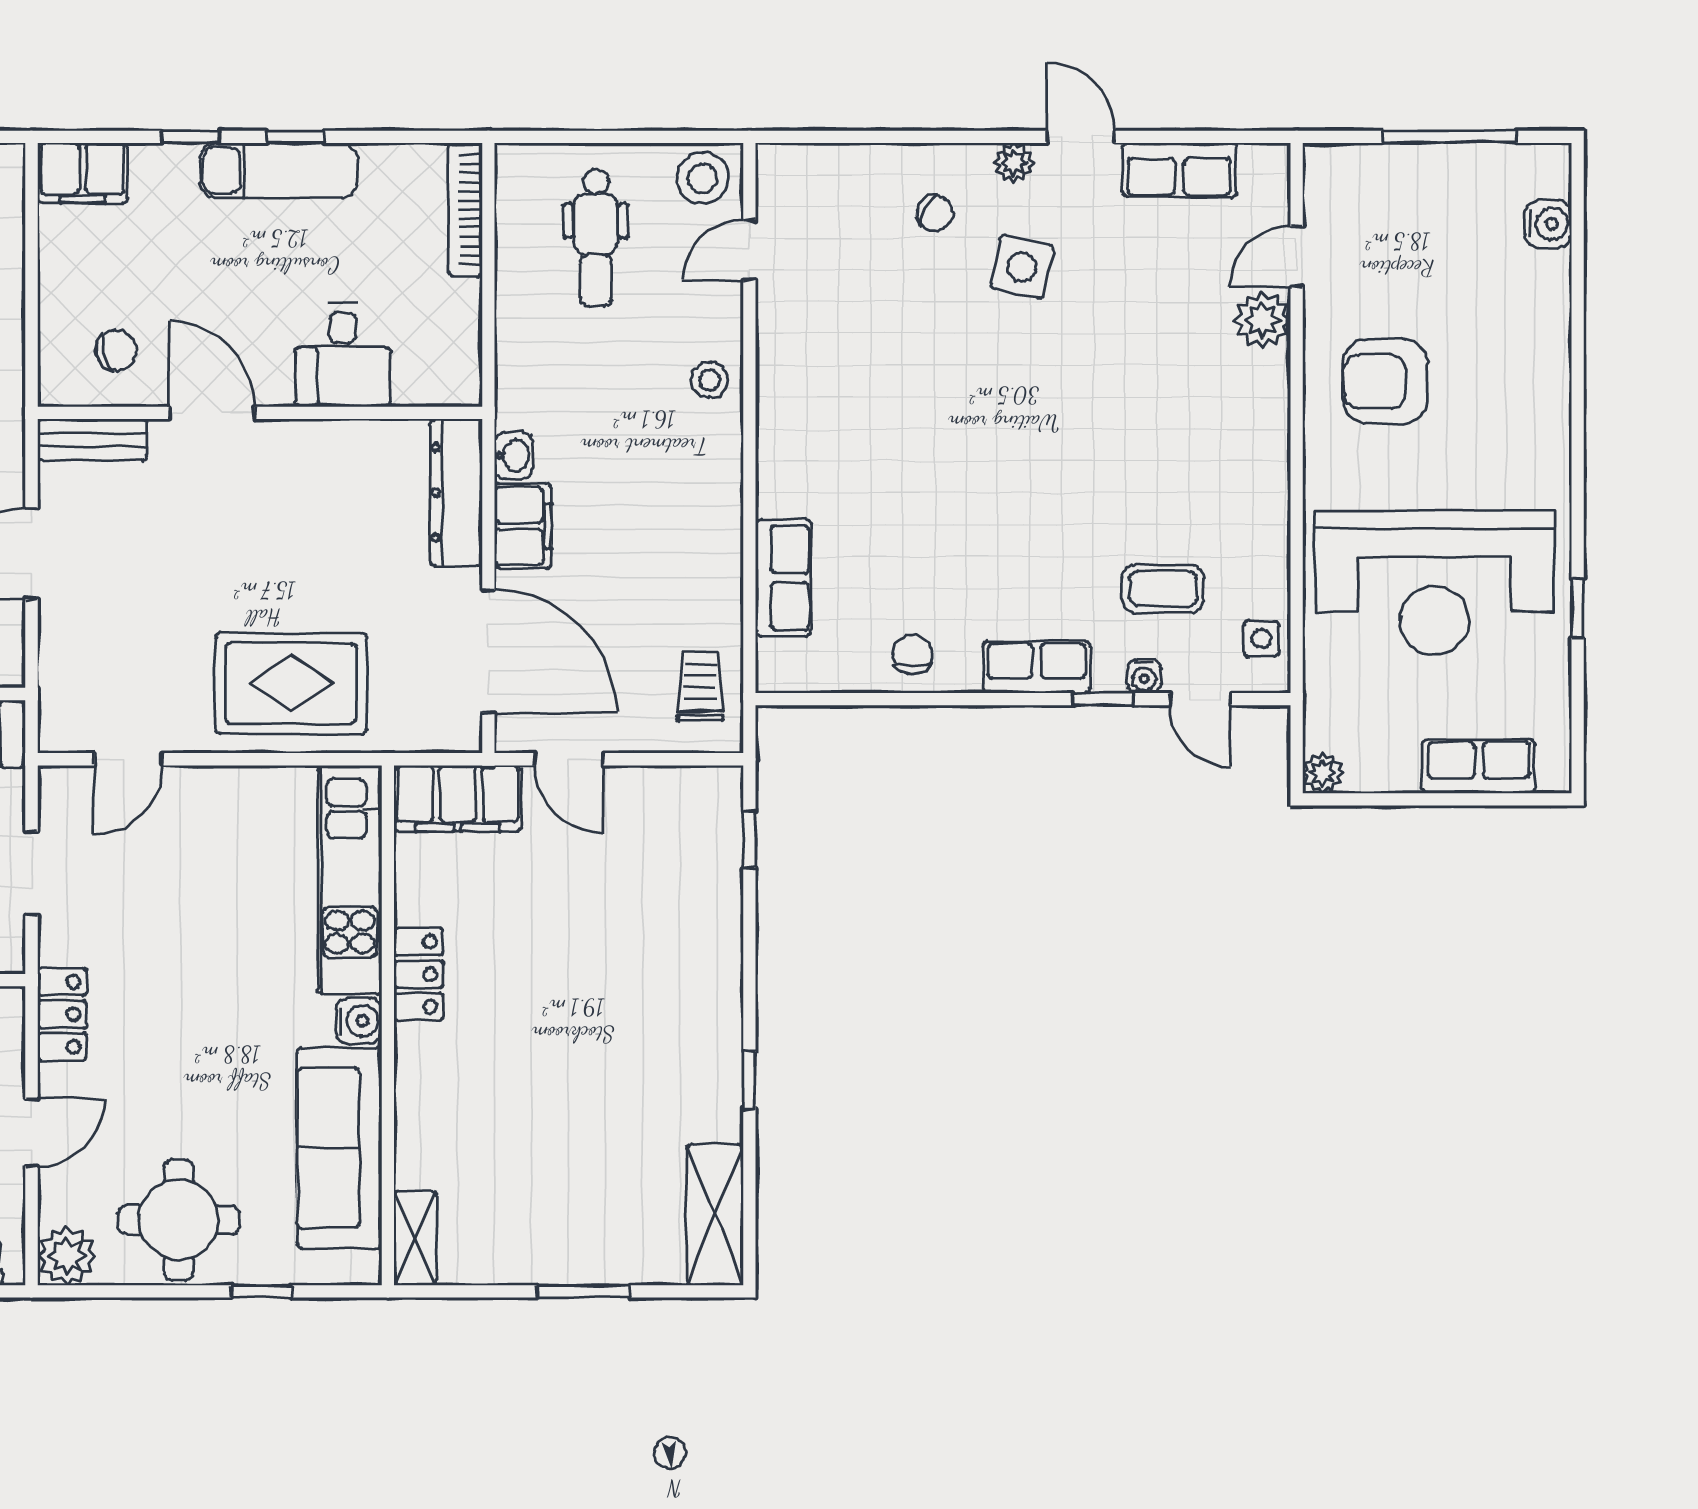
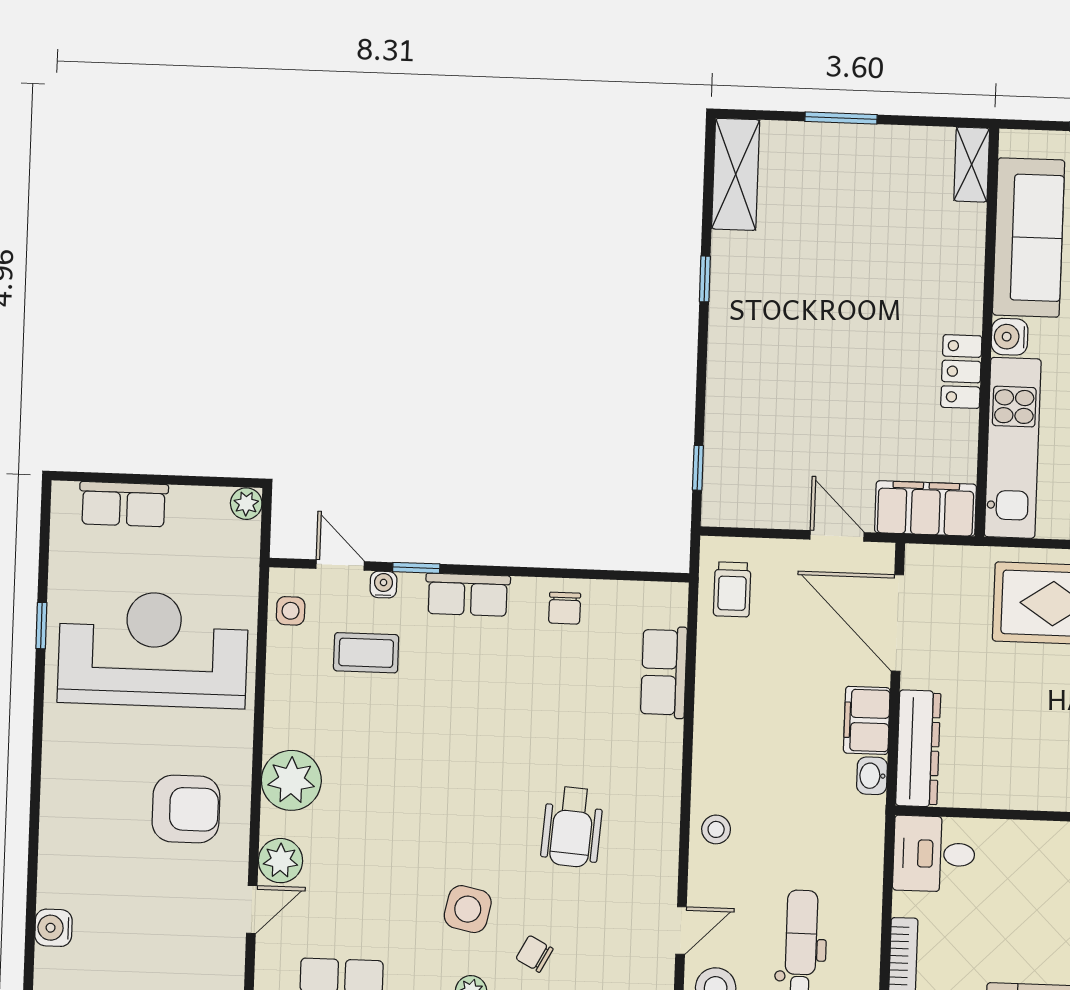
desk: (343, 355) -> (934, 854), moved, turned -90
wheelchair: (893, 377) -> (572, 827), added
plant: (1252, 423) -> (291, 780), added

